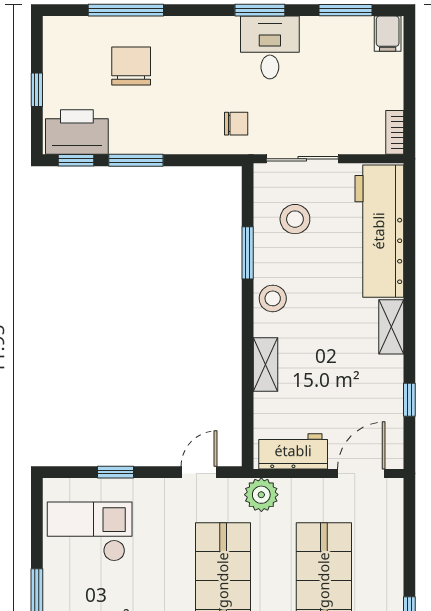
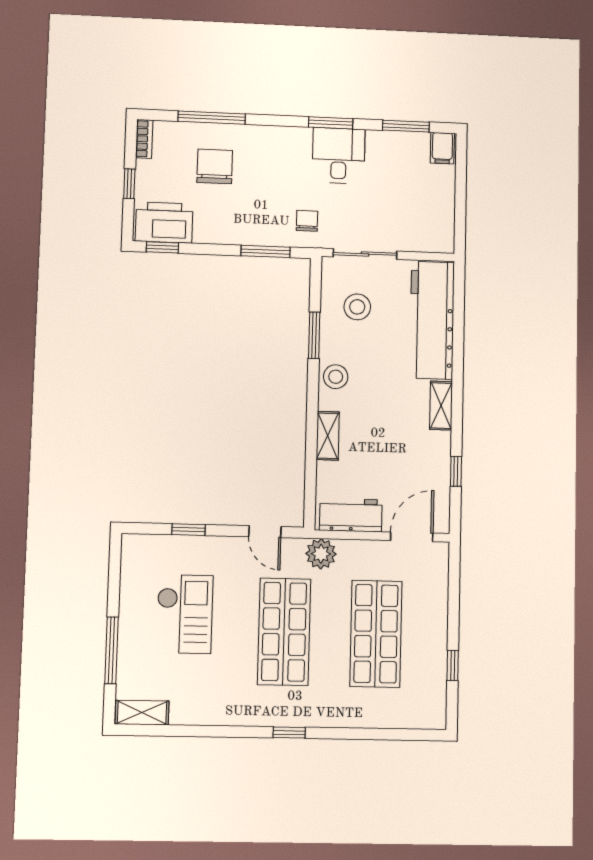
chair: (236, 124) -> (307, 221), turned -90
bookcase: (395, 132) -> (144, 139), moved, turned 180
window: (136, 160) -> (266, 251), moved
door: (199, 472) -> (265, 532), swing flipped
checkout: (90, 532) -> (185, 614), moved, turned 90

